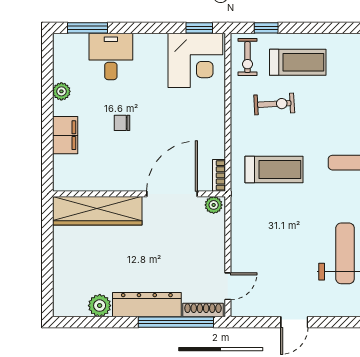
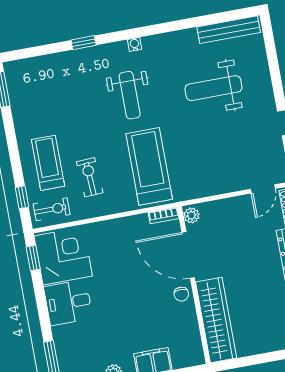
desk: (111, 56) -> (68, 303), moved
chair: (122, 123) -> (181, 294), moved
treadmill: (274, 169) -> (149, 166), width x1.37, depth x1.38
door: (228, 286) -> (263, 189), swing flipped

